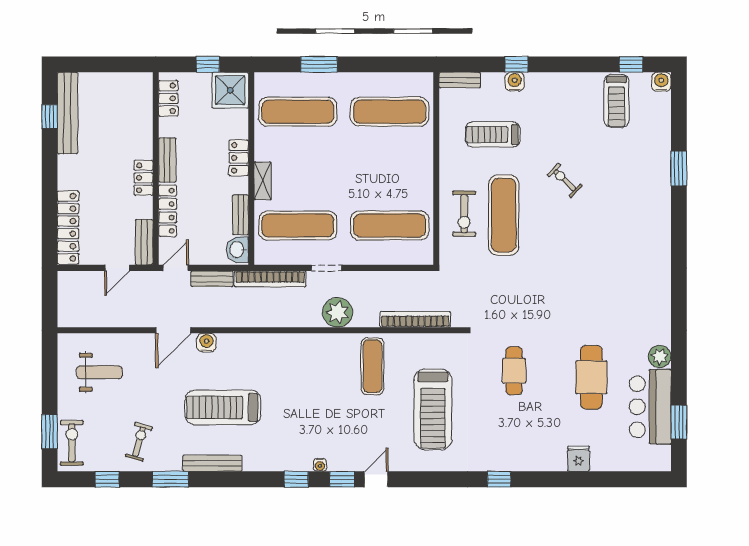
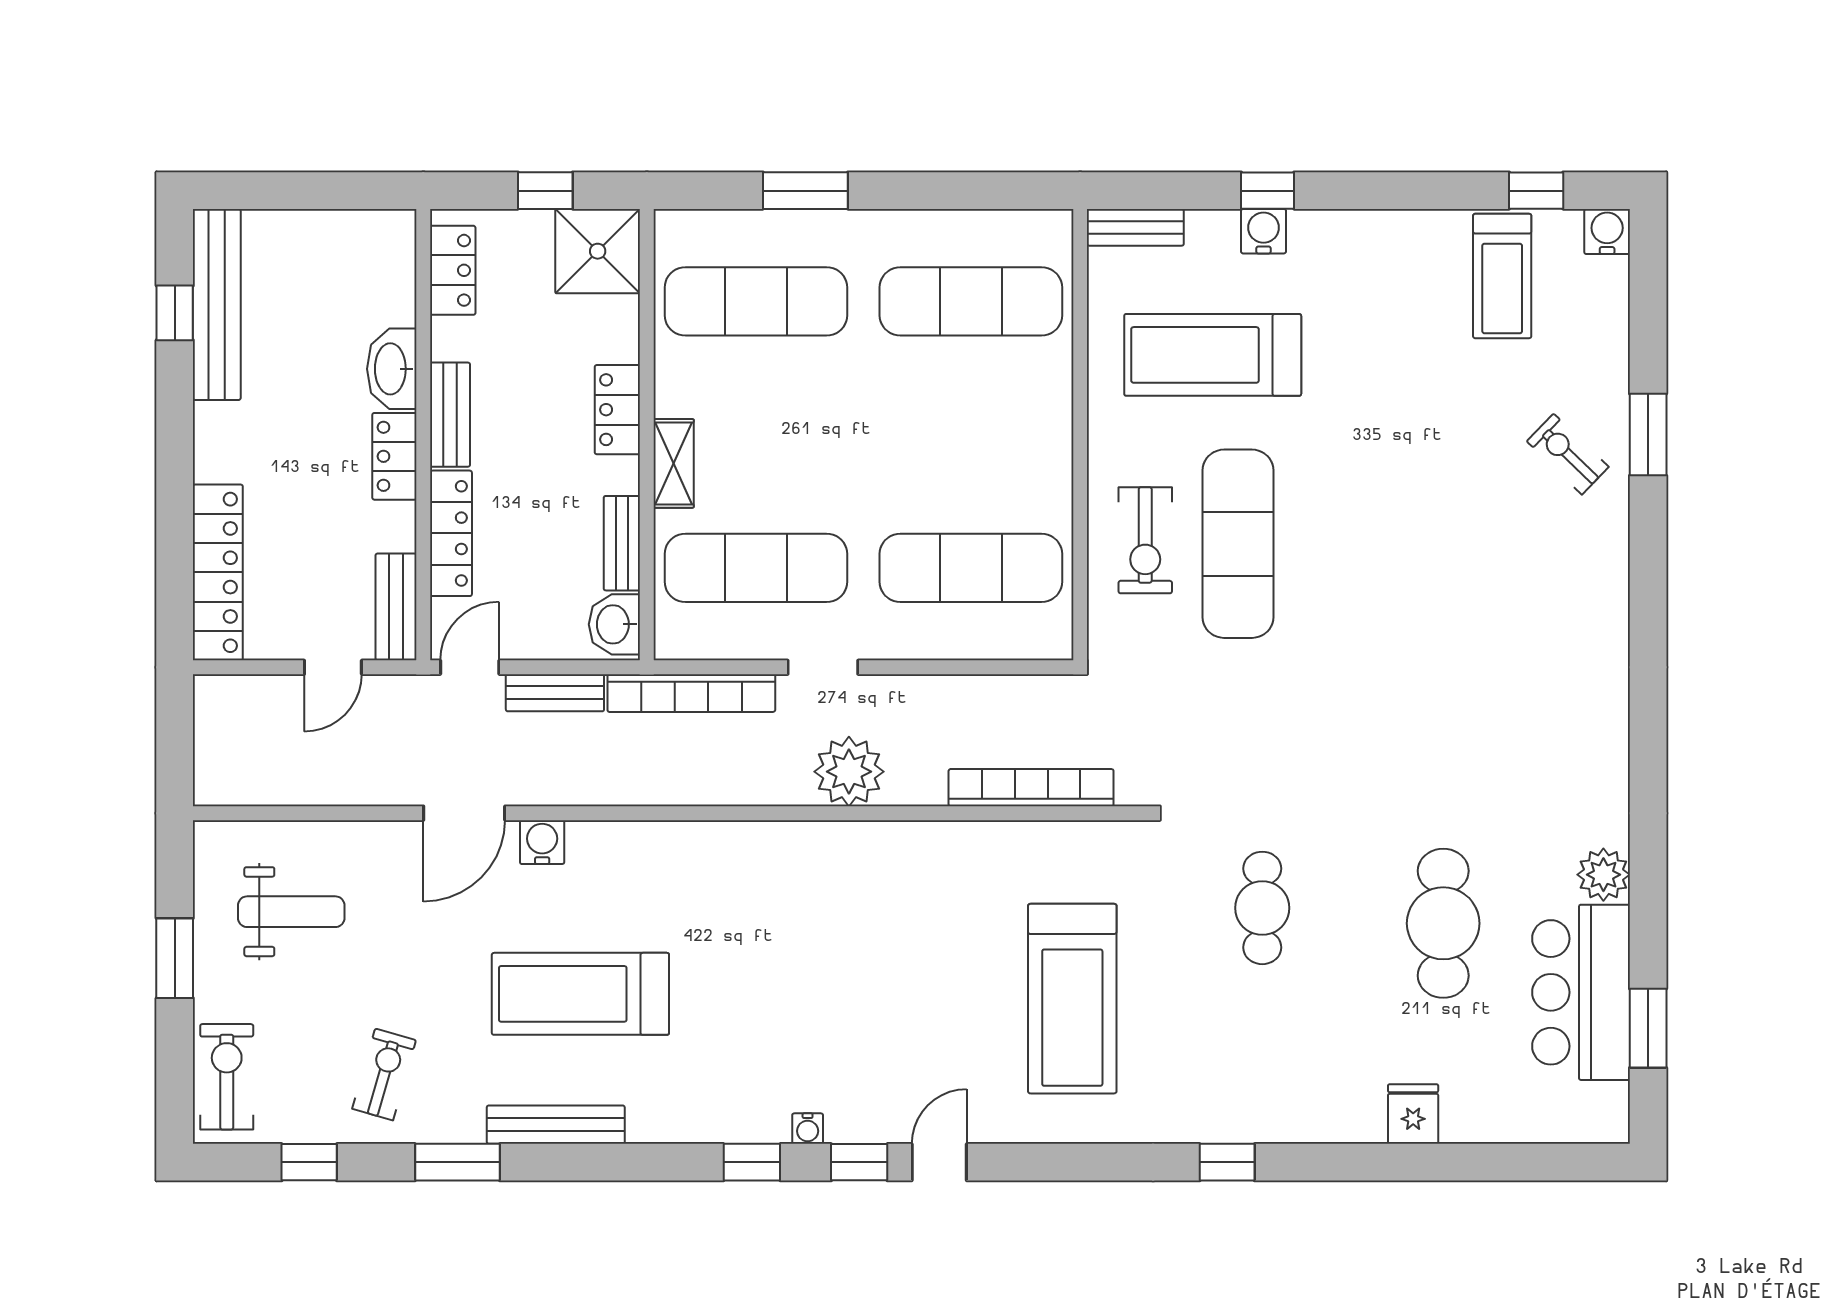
treadmill: (493, 135) -> (1213, 355), width x1.37, depth x1.38
washbasin: (142, 140) -> (392, 369), added
exercise bike: (565, 180) -> (1568, 454), moved
exercise mat: (372, 366) -> (931, 898), removed
window: (50, 432) -> (175, 958), moved

